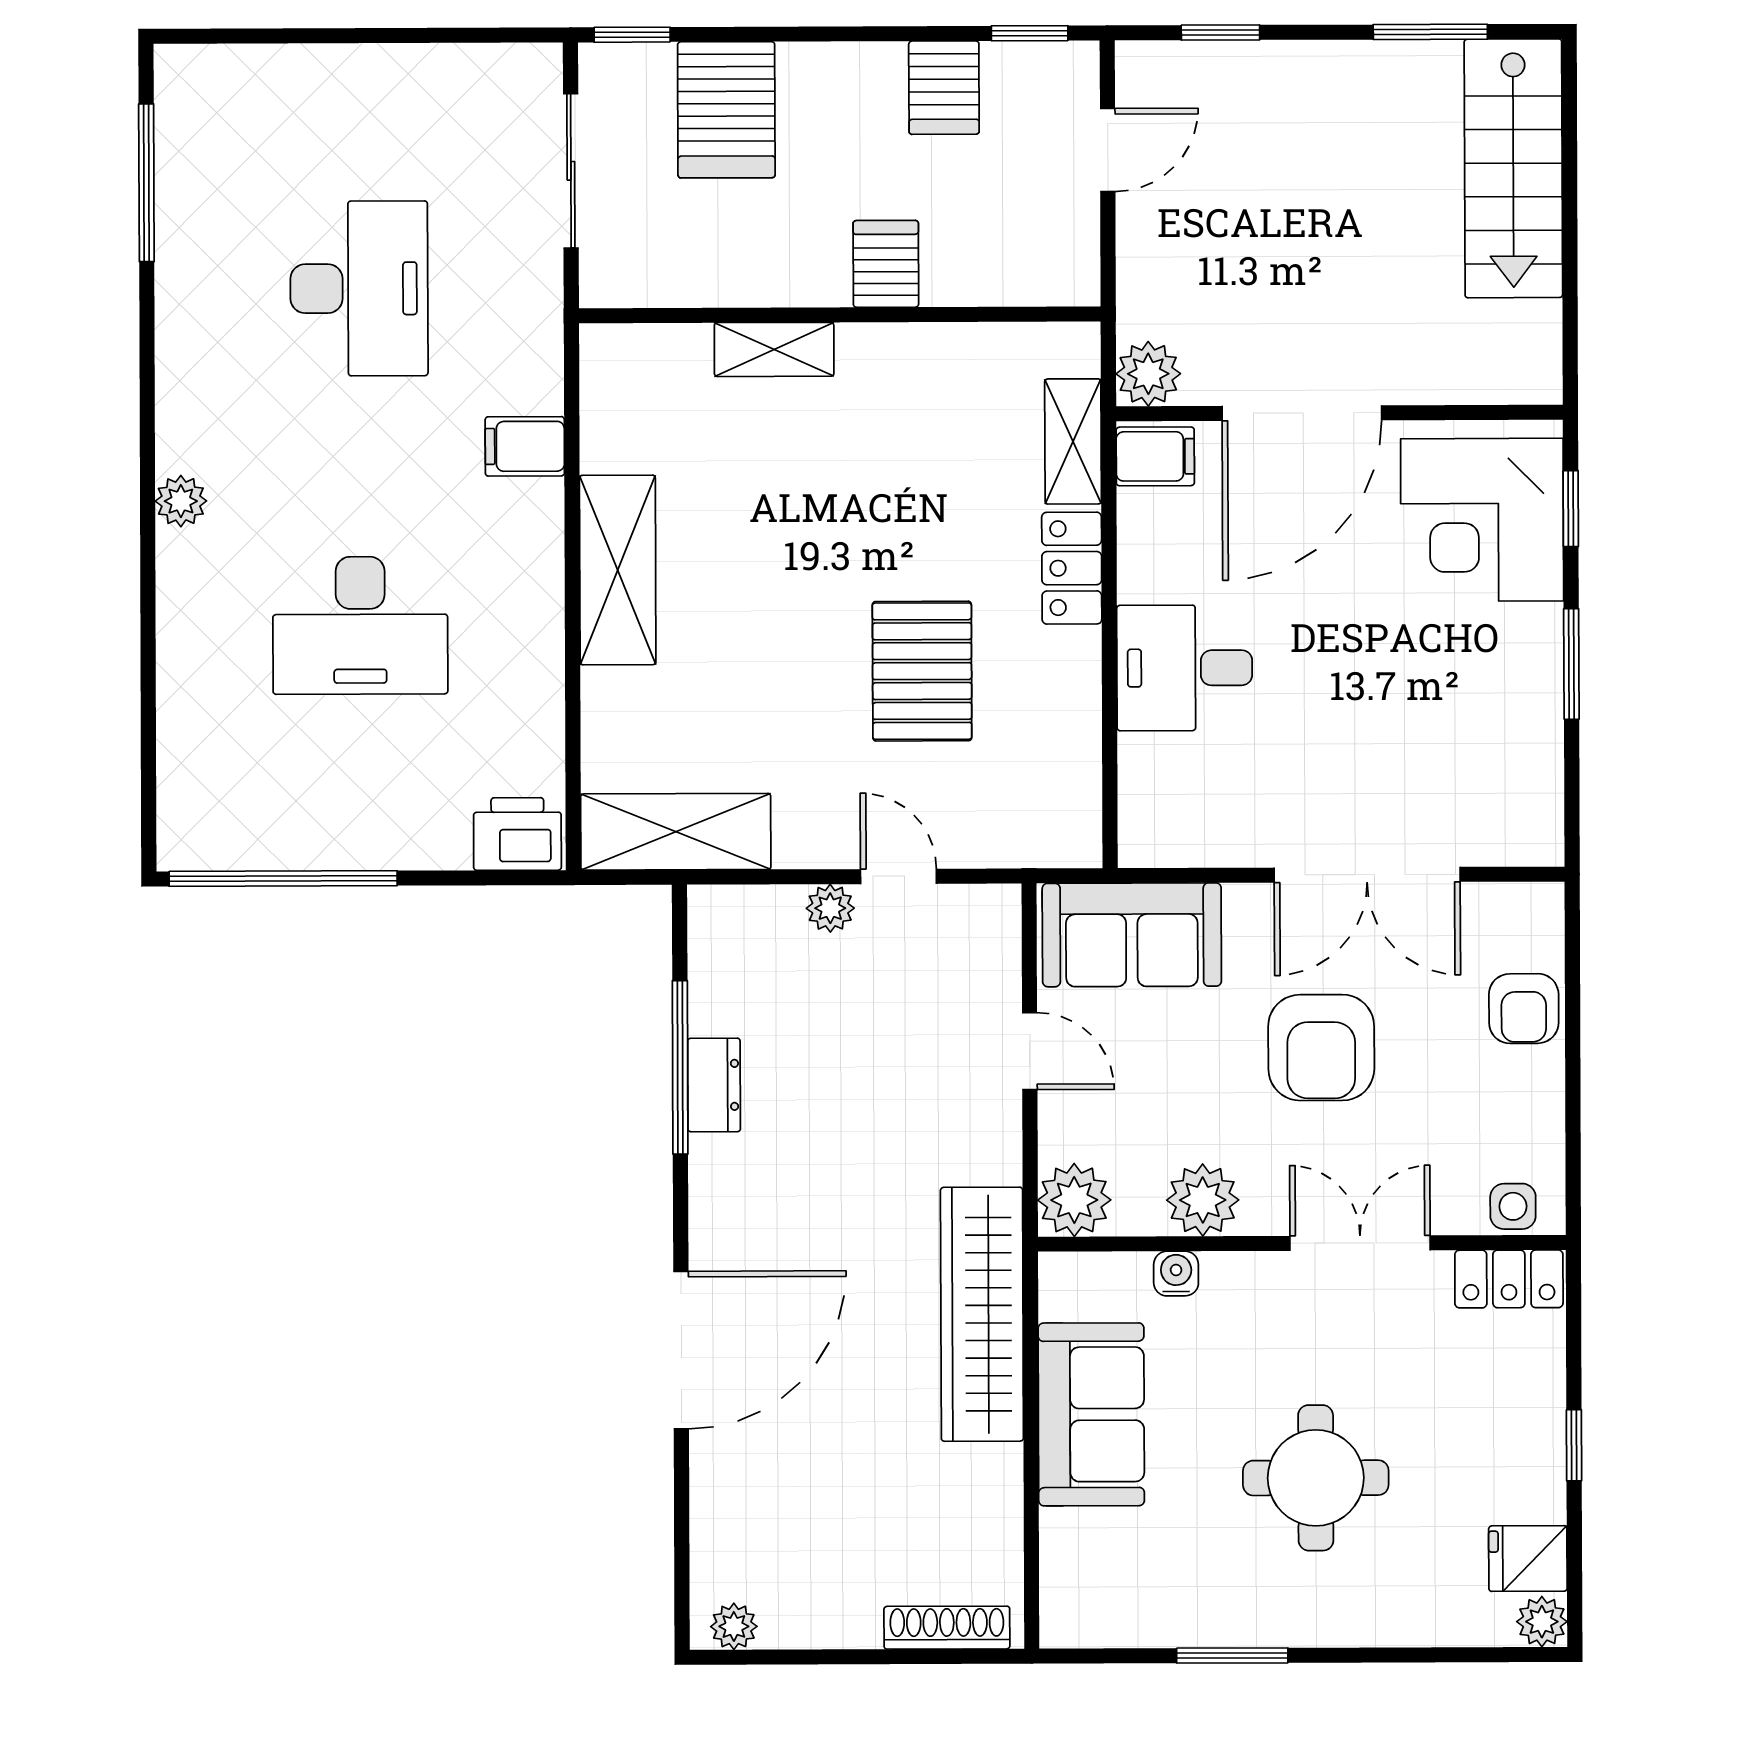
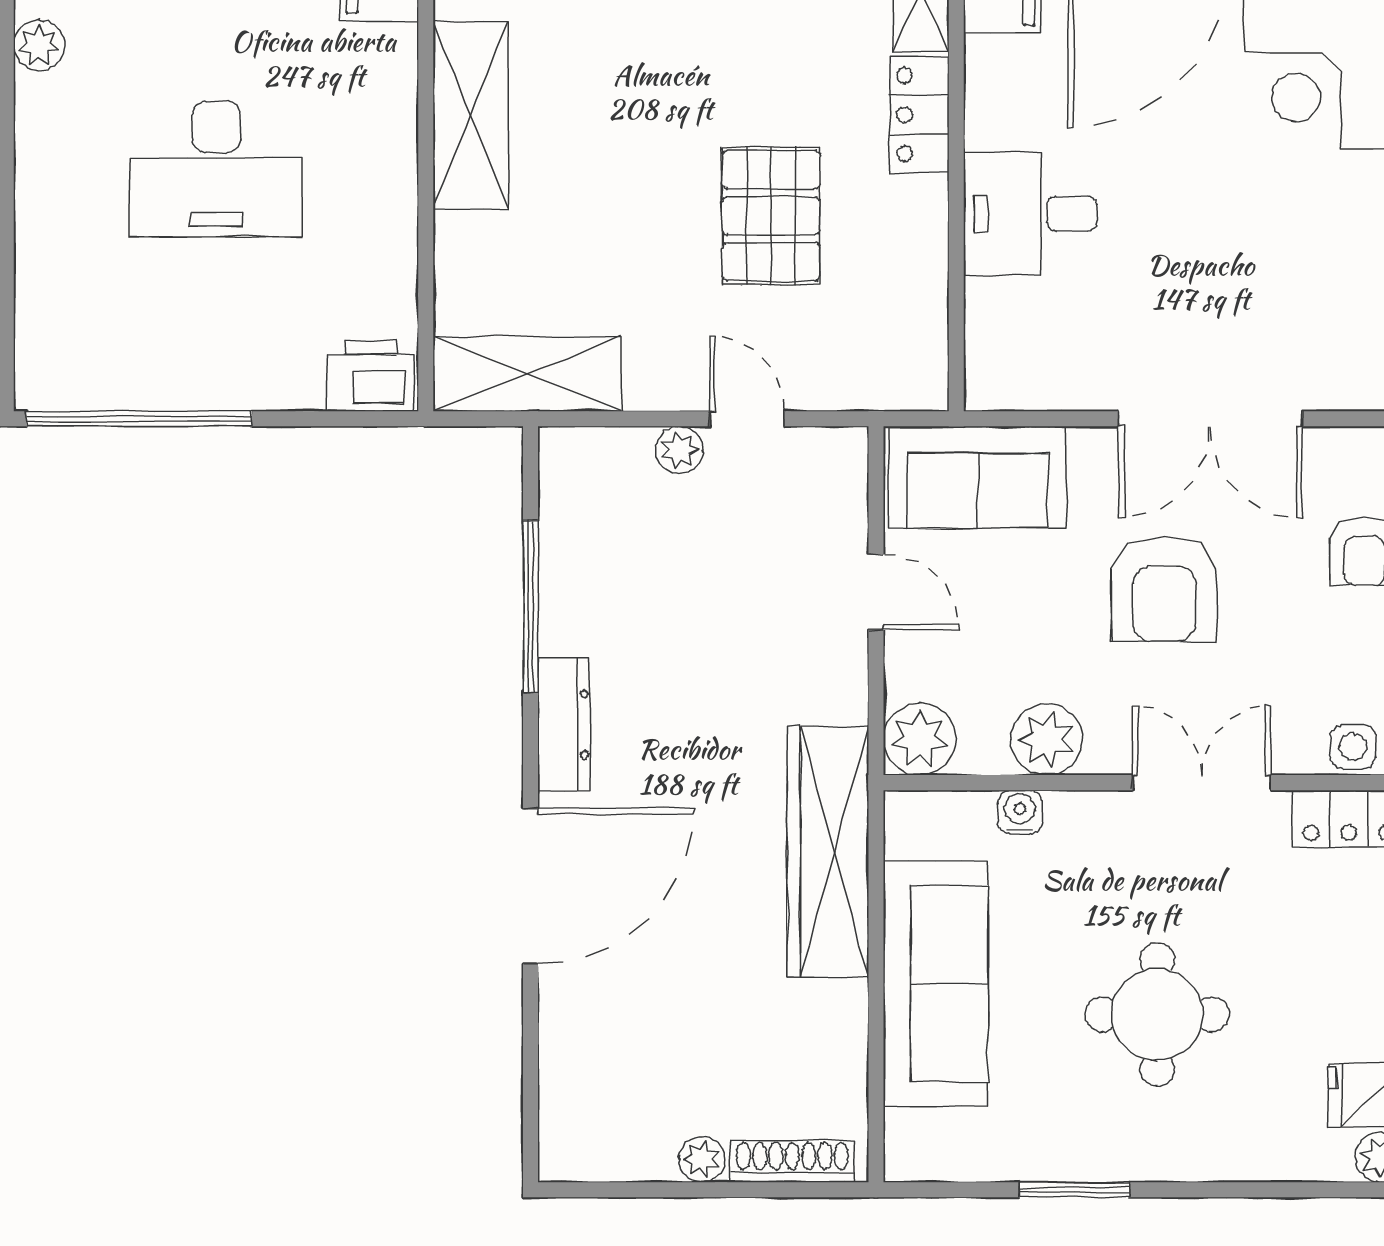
dresser: (714, 1085) -> (564, 724), moved, width x1.44
sofa: (1091, 1414) -> (936, 984), width x1.36
plant: (734, 1626) -> (702, 1159), moved

